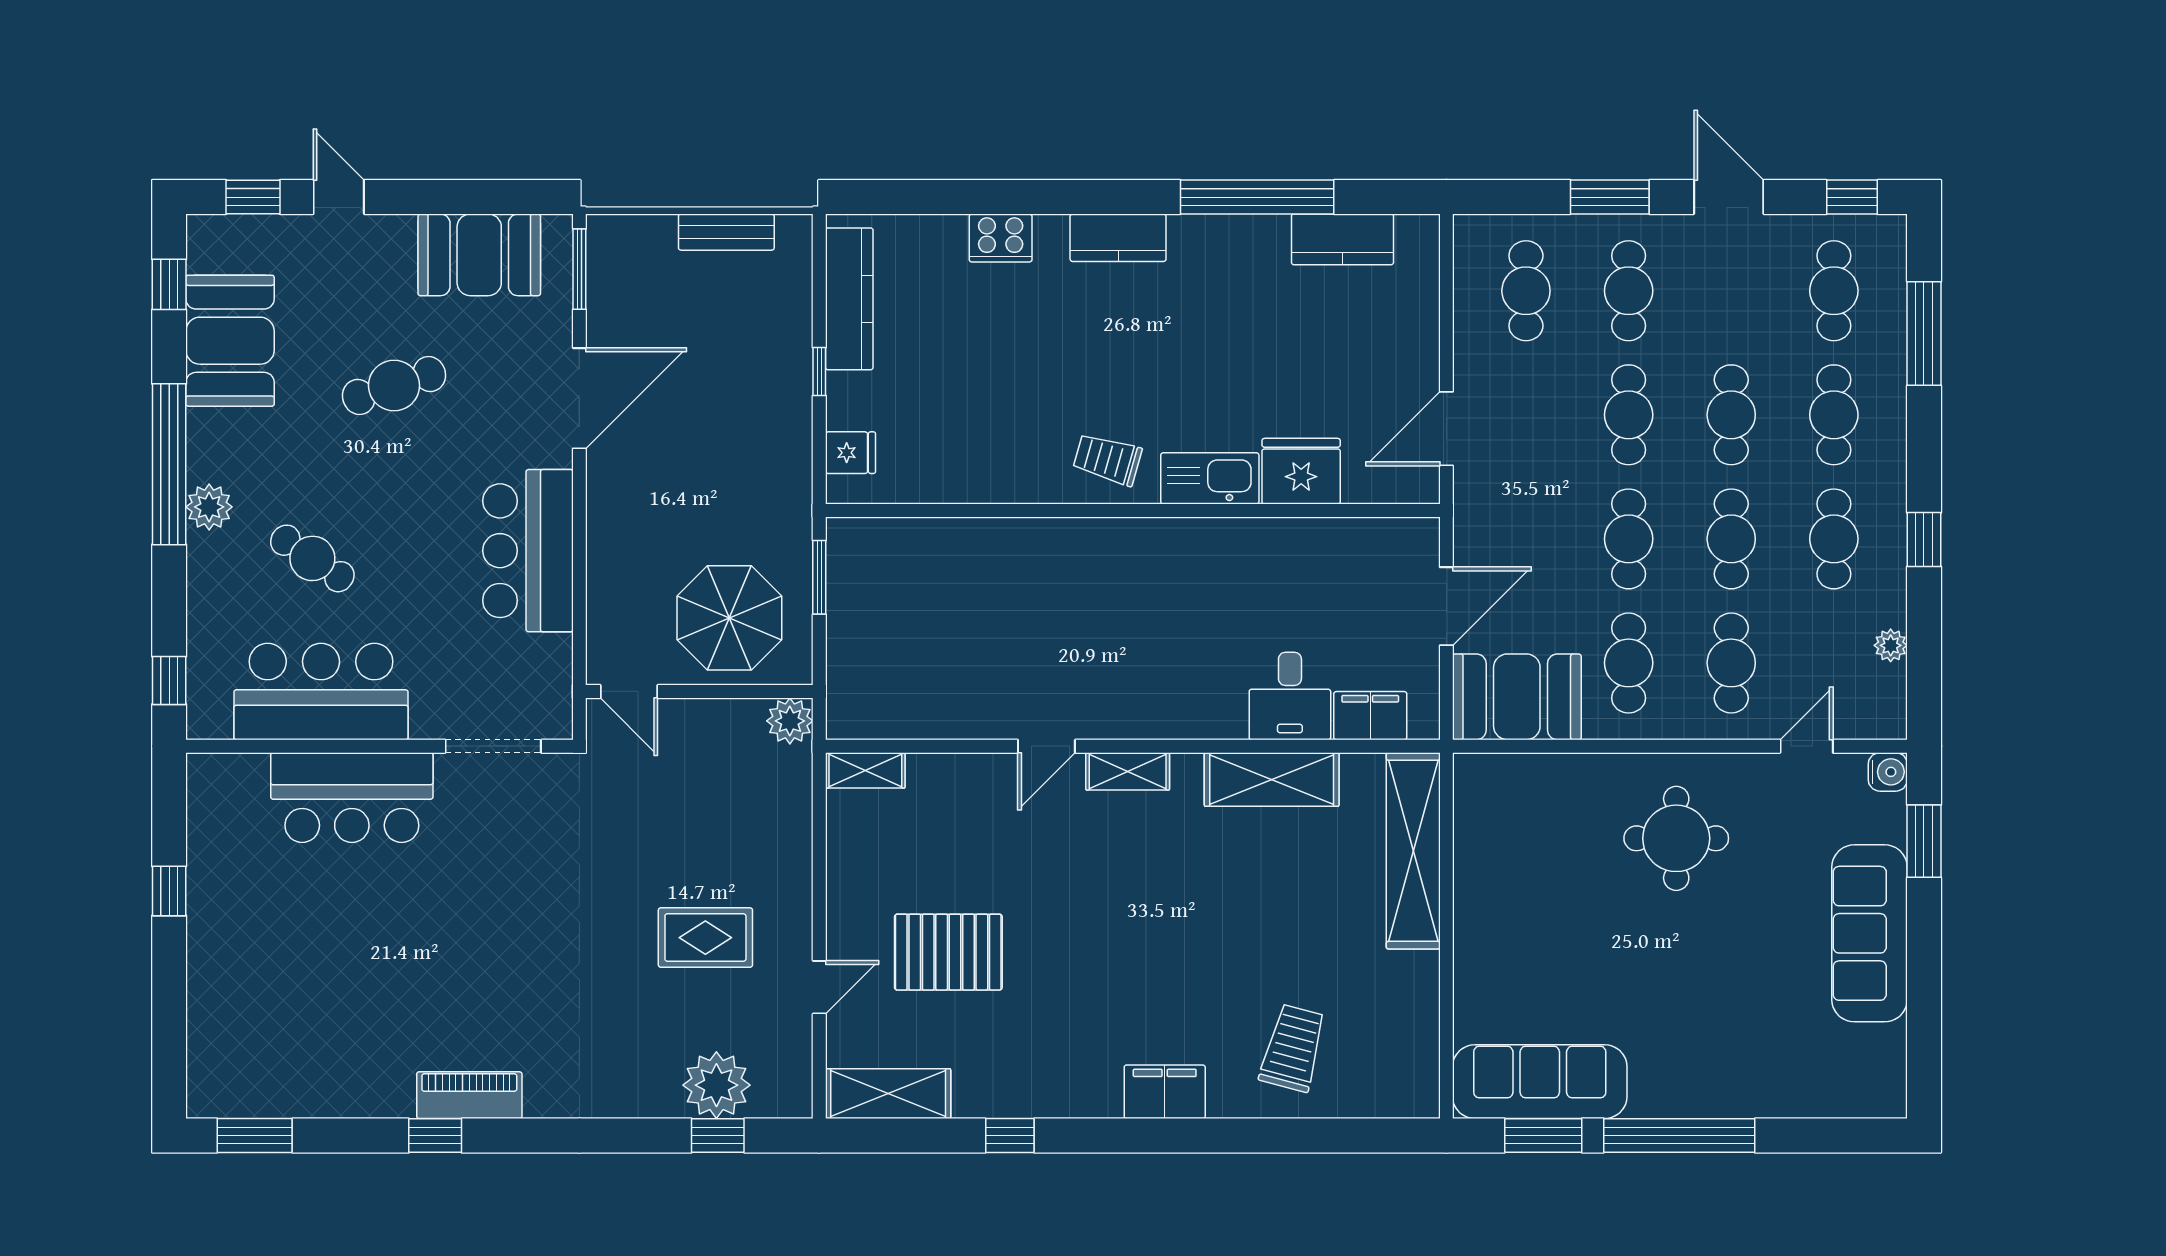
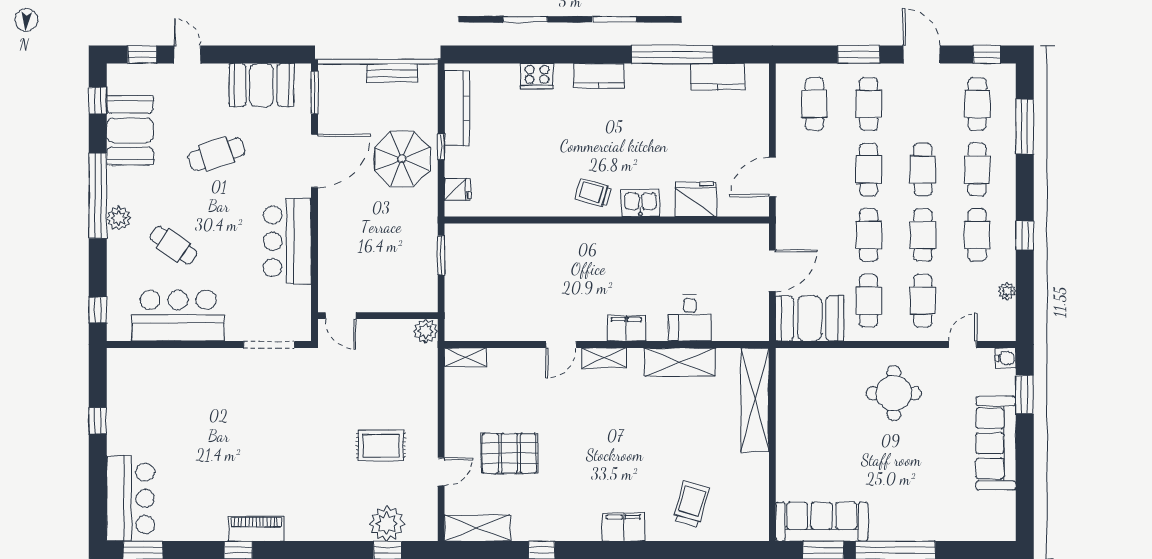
kitchen sink: (1210, 478) -> (640, 203), width x0.73
parasol: (729, 618) -> (402, 159), moved
filing cabinet: (1370, 716) -> (626, 328), moved
bar counter: (352, 798) -> (130, 498), moved, turned -90

